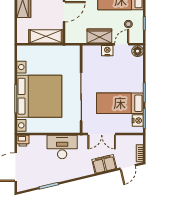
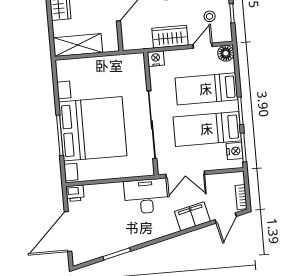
shelving: (46, 36) -> (78, 45), moved
nightstand: (107, 51) -> (156, 59), moved
bed: (122, 75) -> (206, 89), added
desk: (62, 147) -> (146, 196), moved

